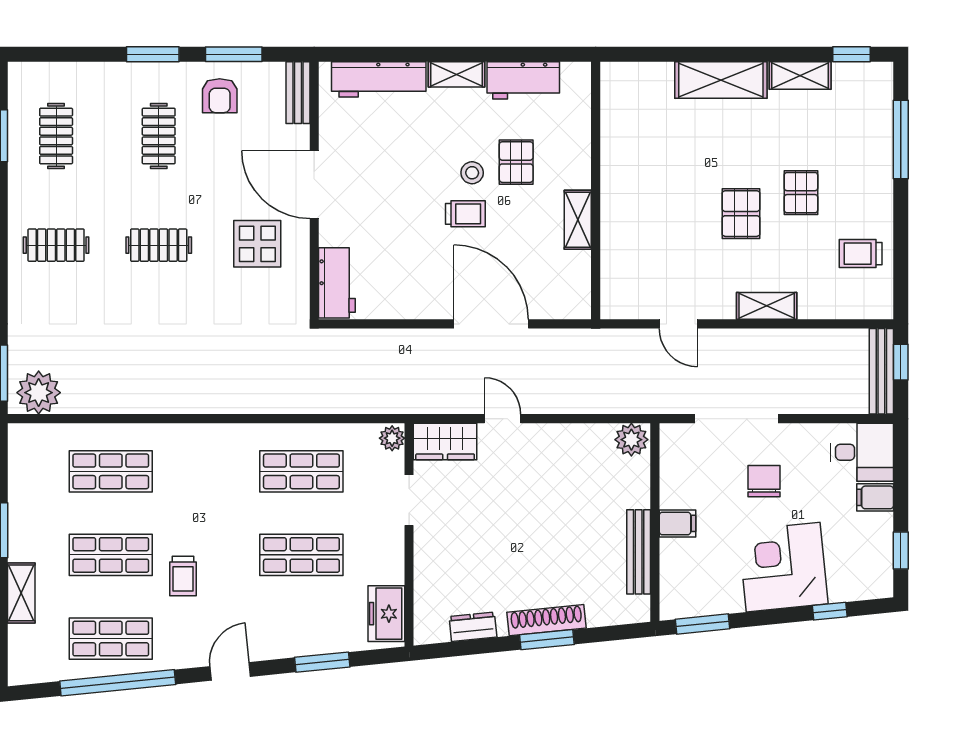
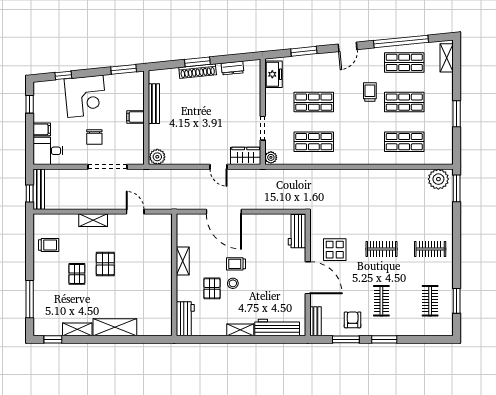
workbench: (523, 80) -> (185, 319), moved, turned 90
shelving: (21, 593) -> (447, 58), moved

